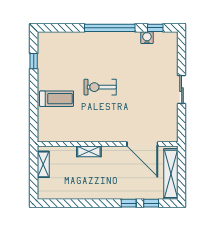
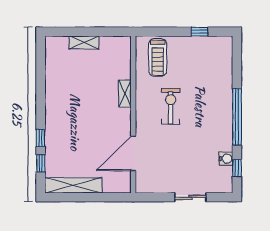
sliding door: (182, 90) -> (190, 197), moved
wall: (108, 144) -> (133, 114), moved
door: (142, 144) -> (133, 153), moved
shelving: (89, 151) -> (125, 94), moved

